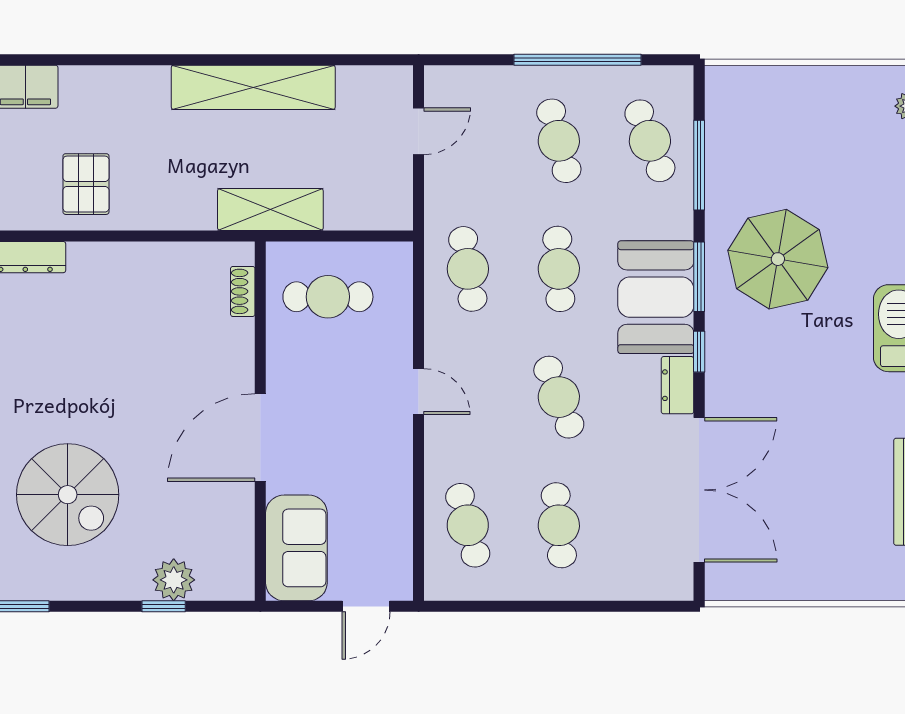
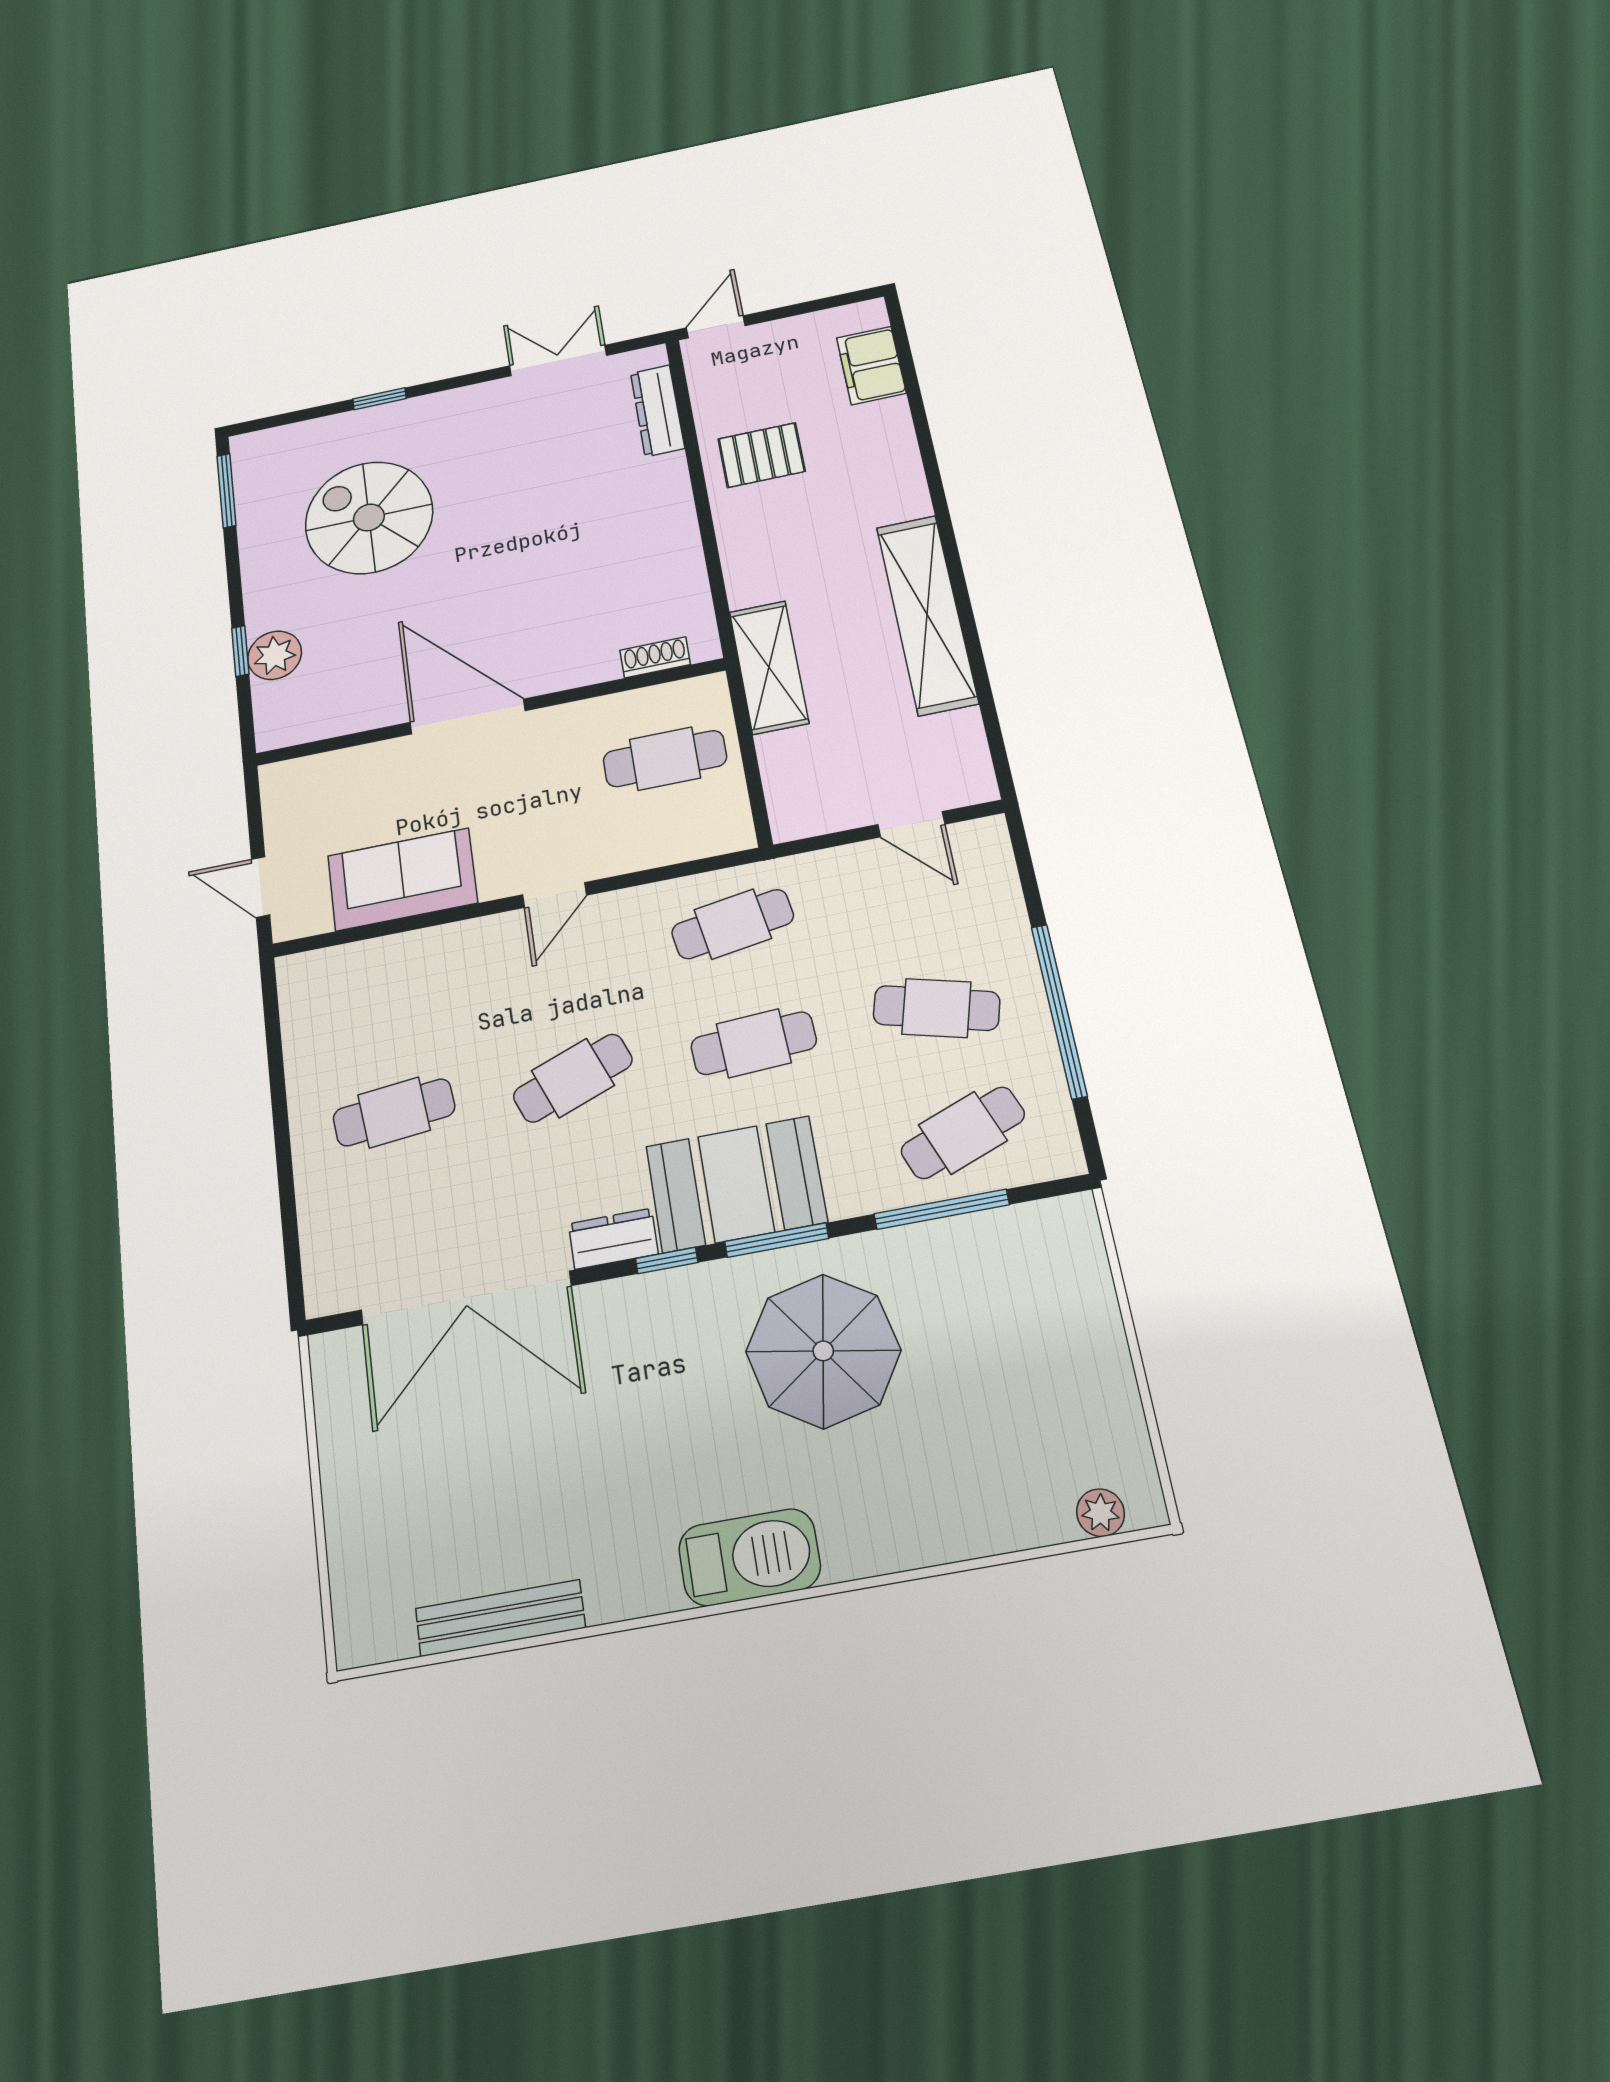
cafe table: (559, 141) -> (936, 1008), turned 30
cafe table: (328, 297) -> (665, 759), turned 90
spiral stairs: (68, 495) -> (369, 517), turned 90
cafe table: (468, 525) -> (381, 993), removed
sofa: (296, 548) -> (402, 879), moved, turned 180

